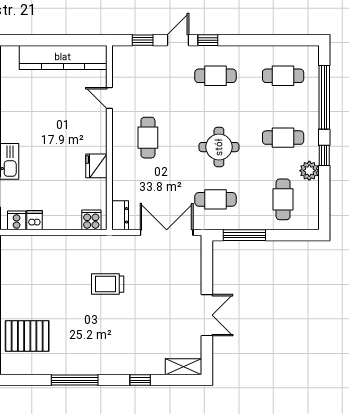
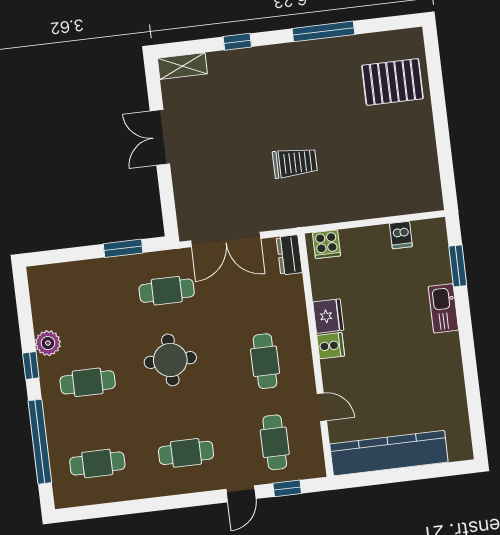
window: (208, 40) -> (202, 499), removed
cafe table: (283, 199) -> (275, 442), moved
cooker: (17, 220) -> (331, 346), moved, turned -90
window: (244, 235) -> (123, 248), width x0.69

